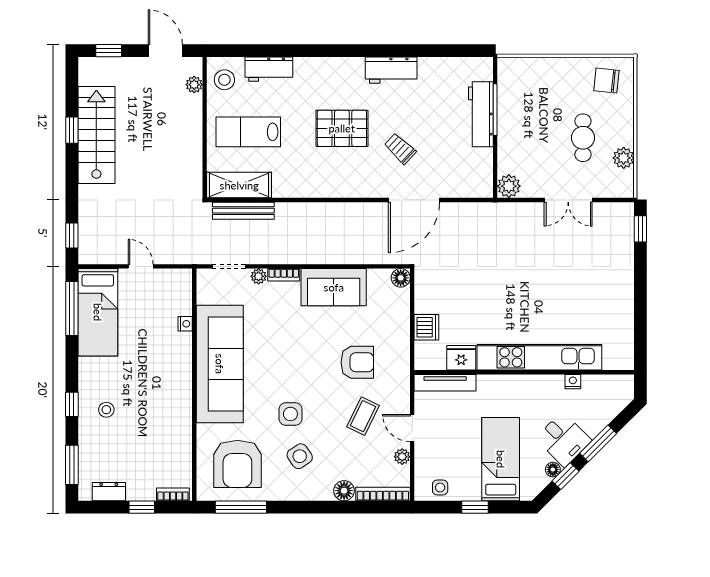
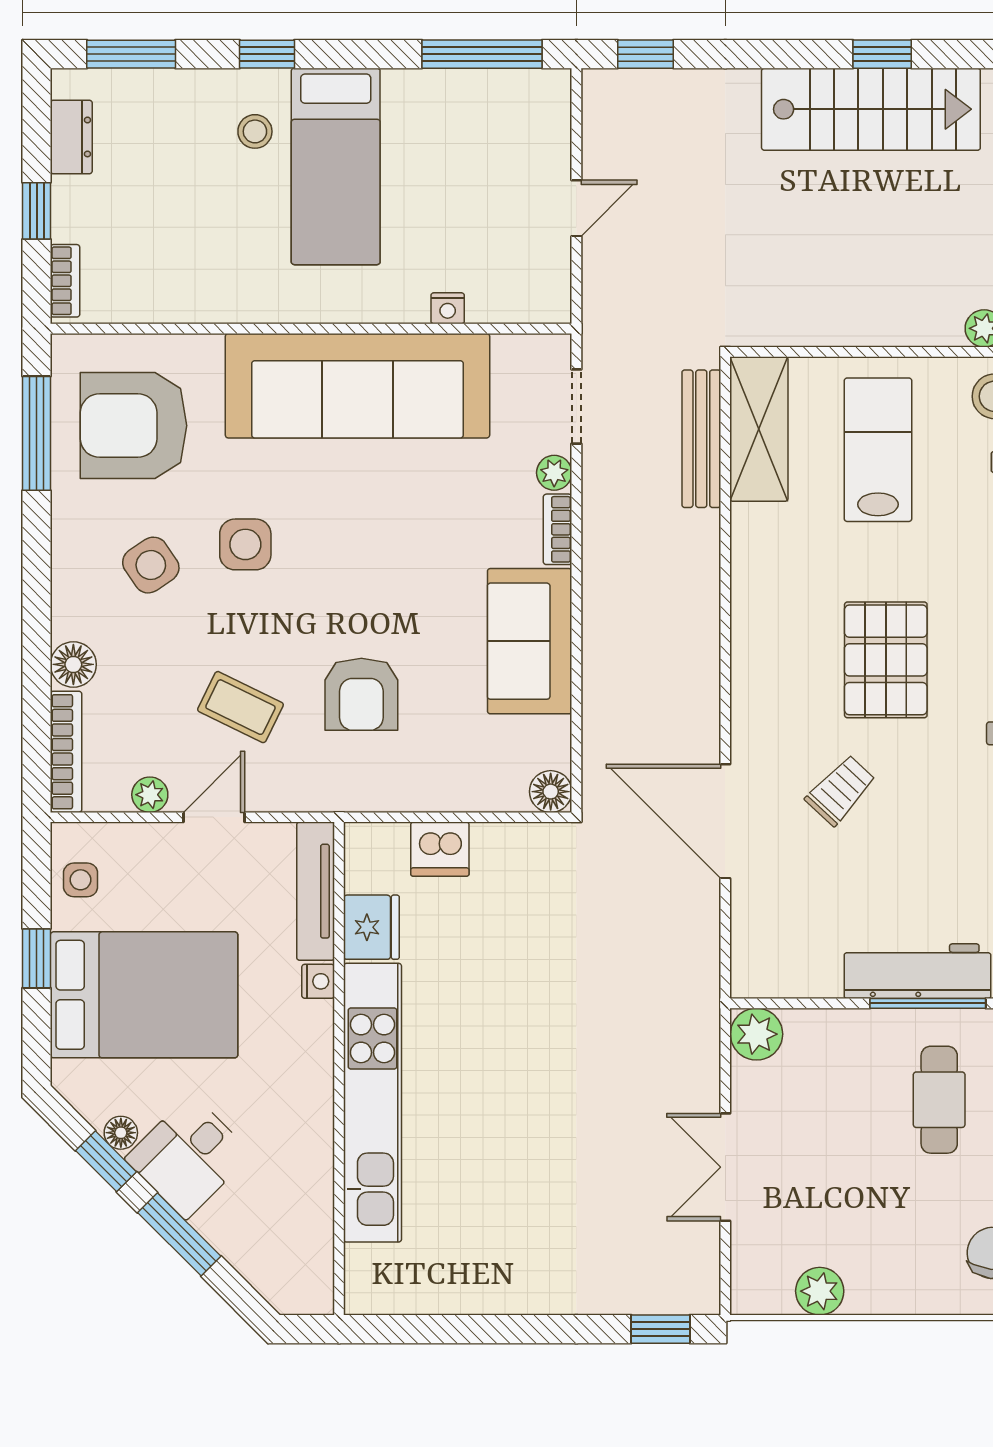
cafe table: (583, 138) -> (939, 1100), moved, turned 90
bed: (98, 312) -> (336, 166), moved, turned -90
nightstand: (573, 382) -> (318, 981), moved
bed: (501, 459) -> (144, 995), width x1.50

